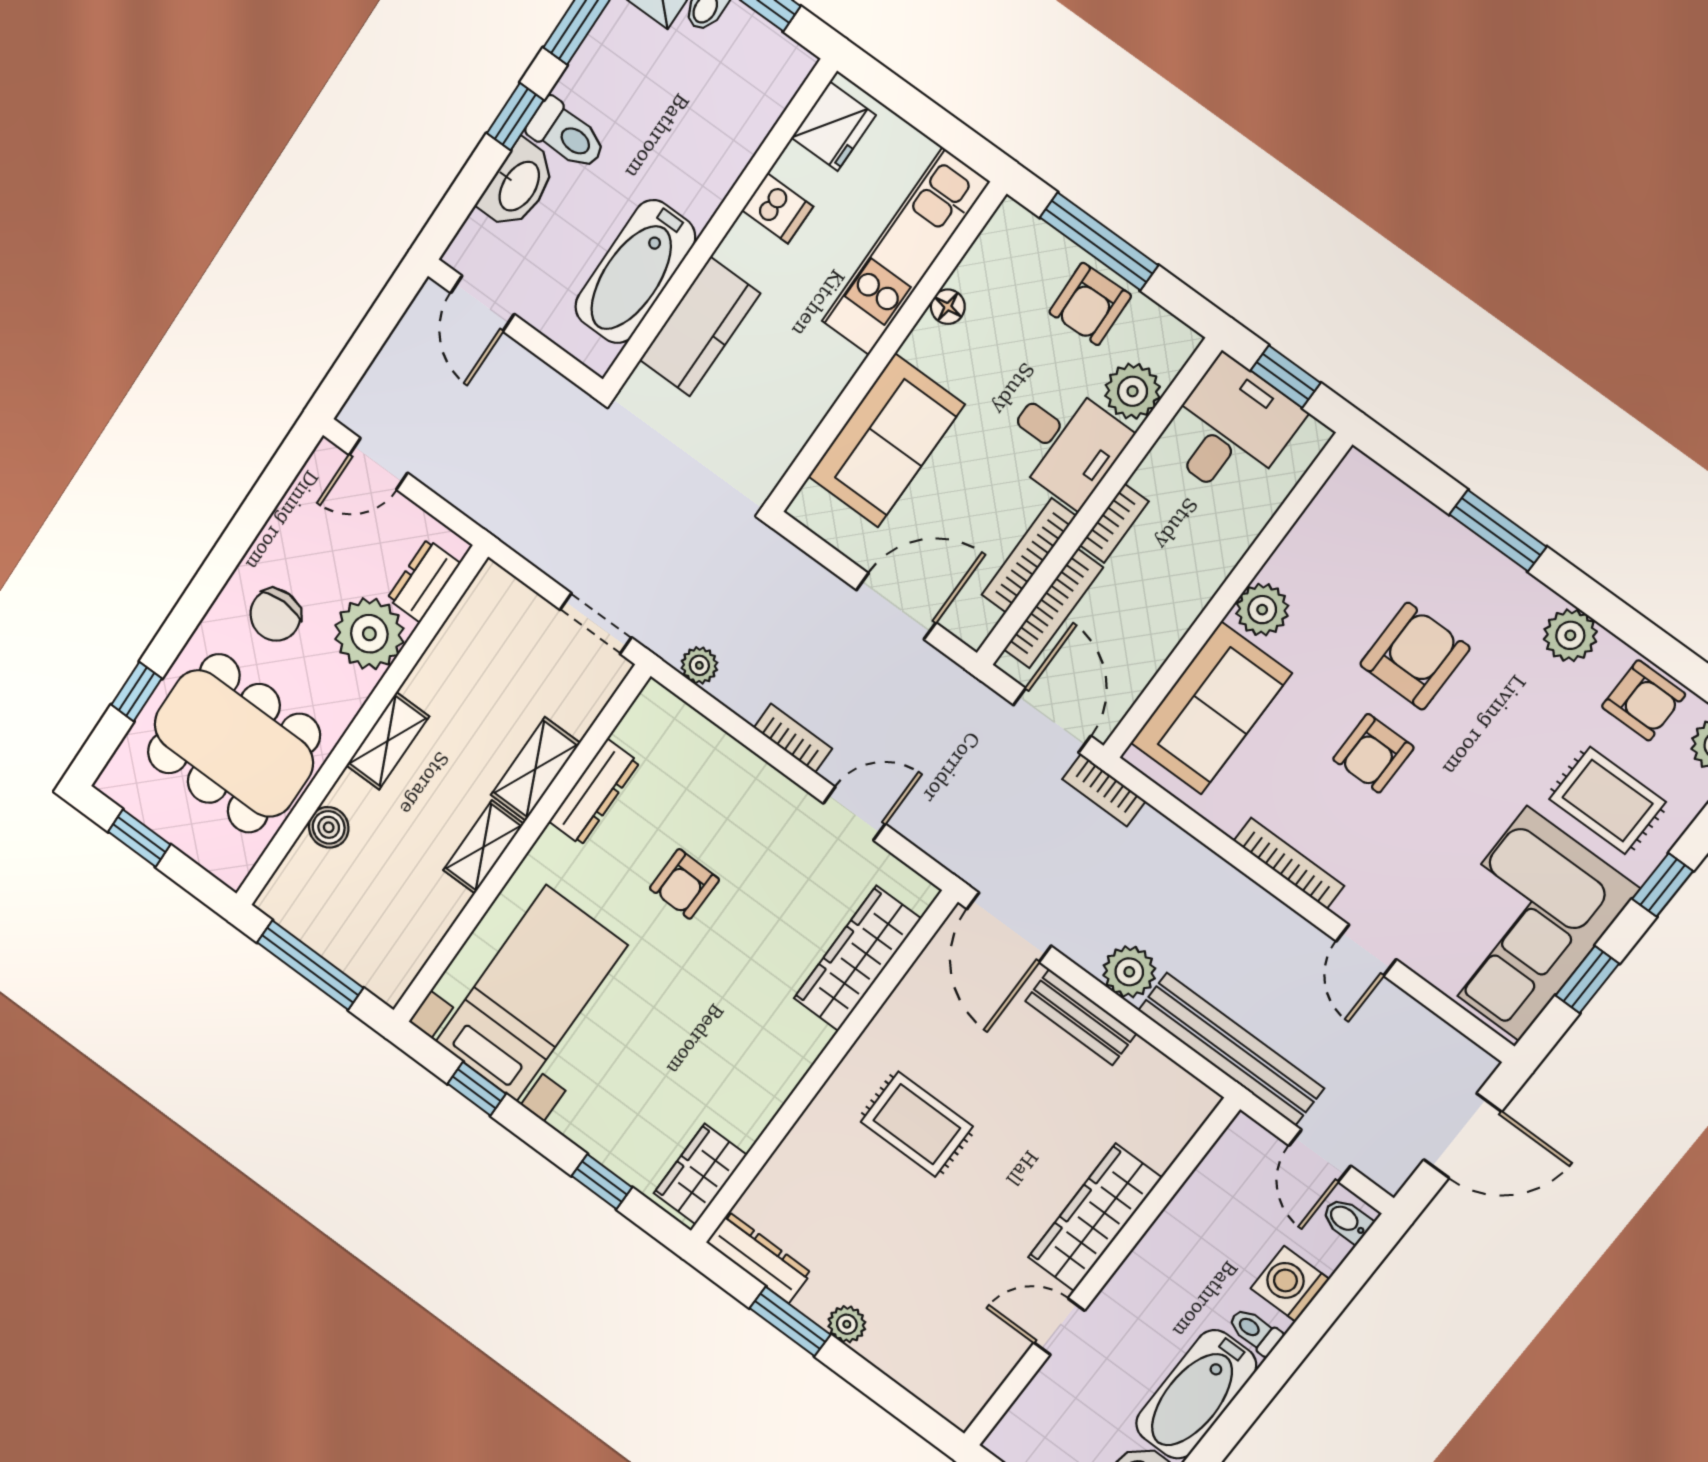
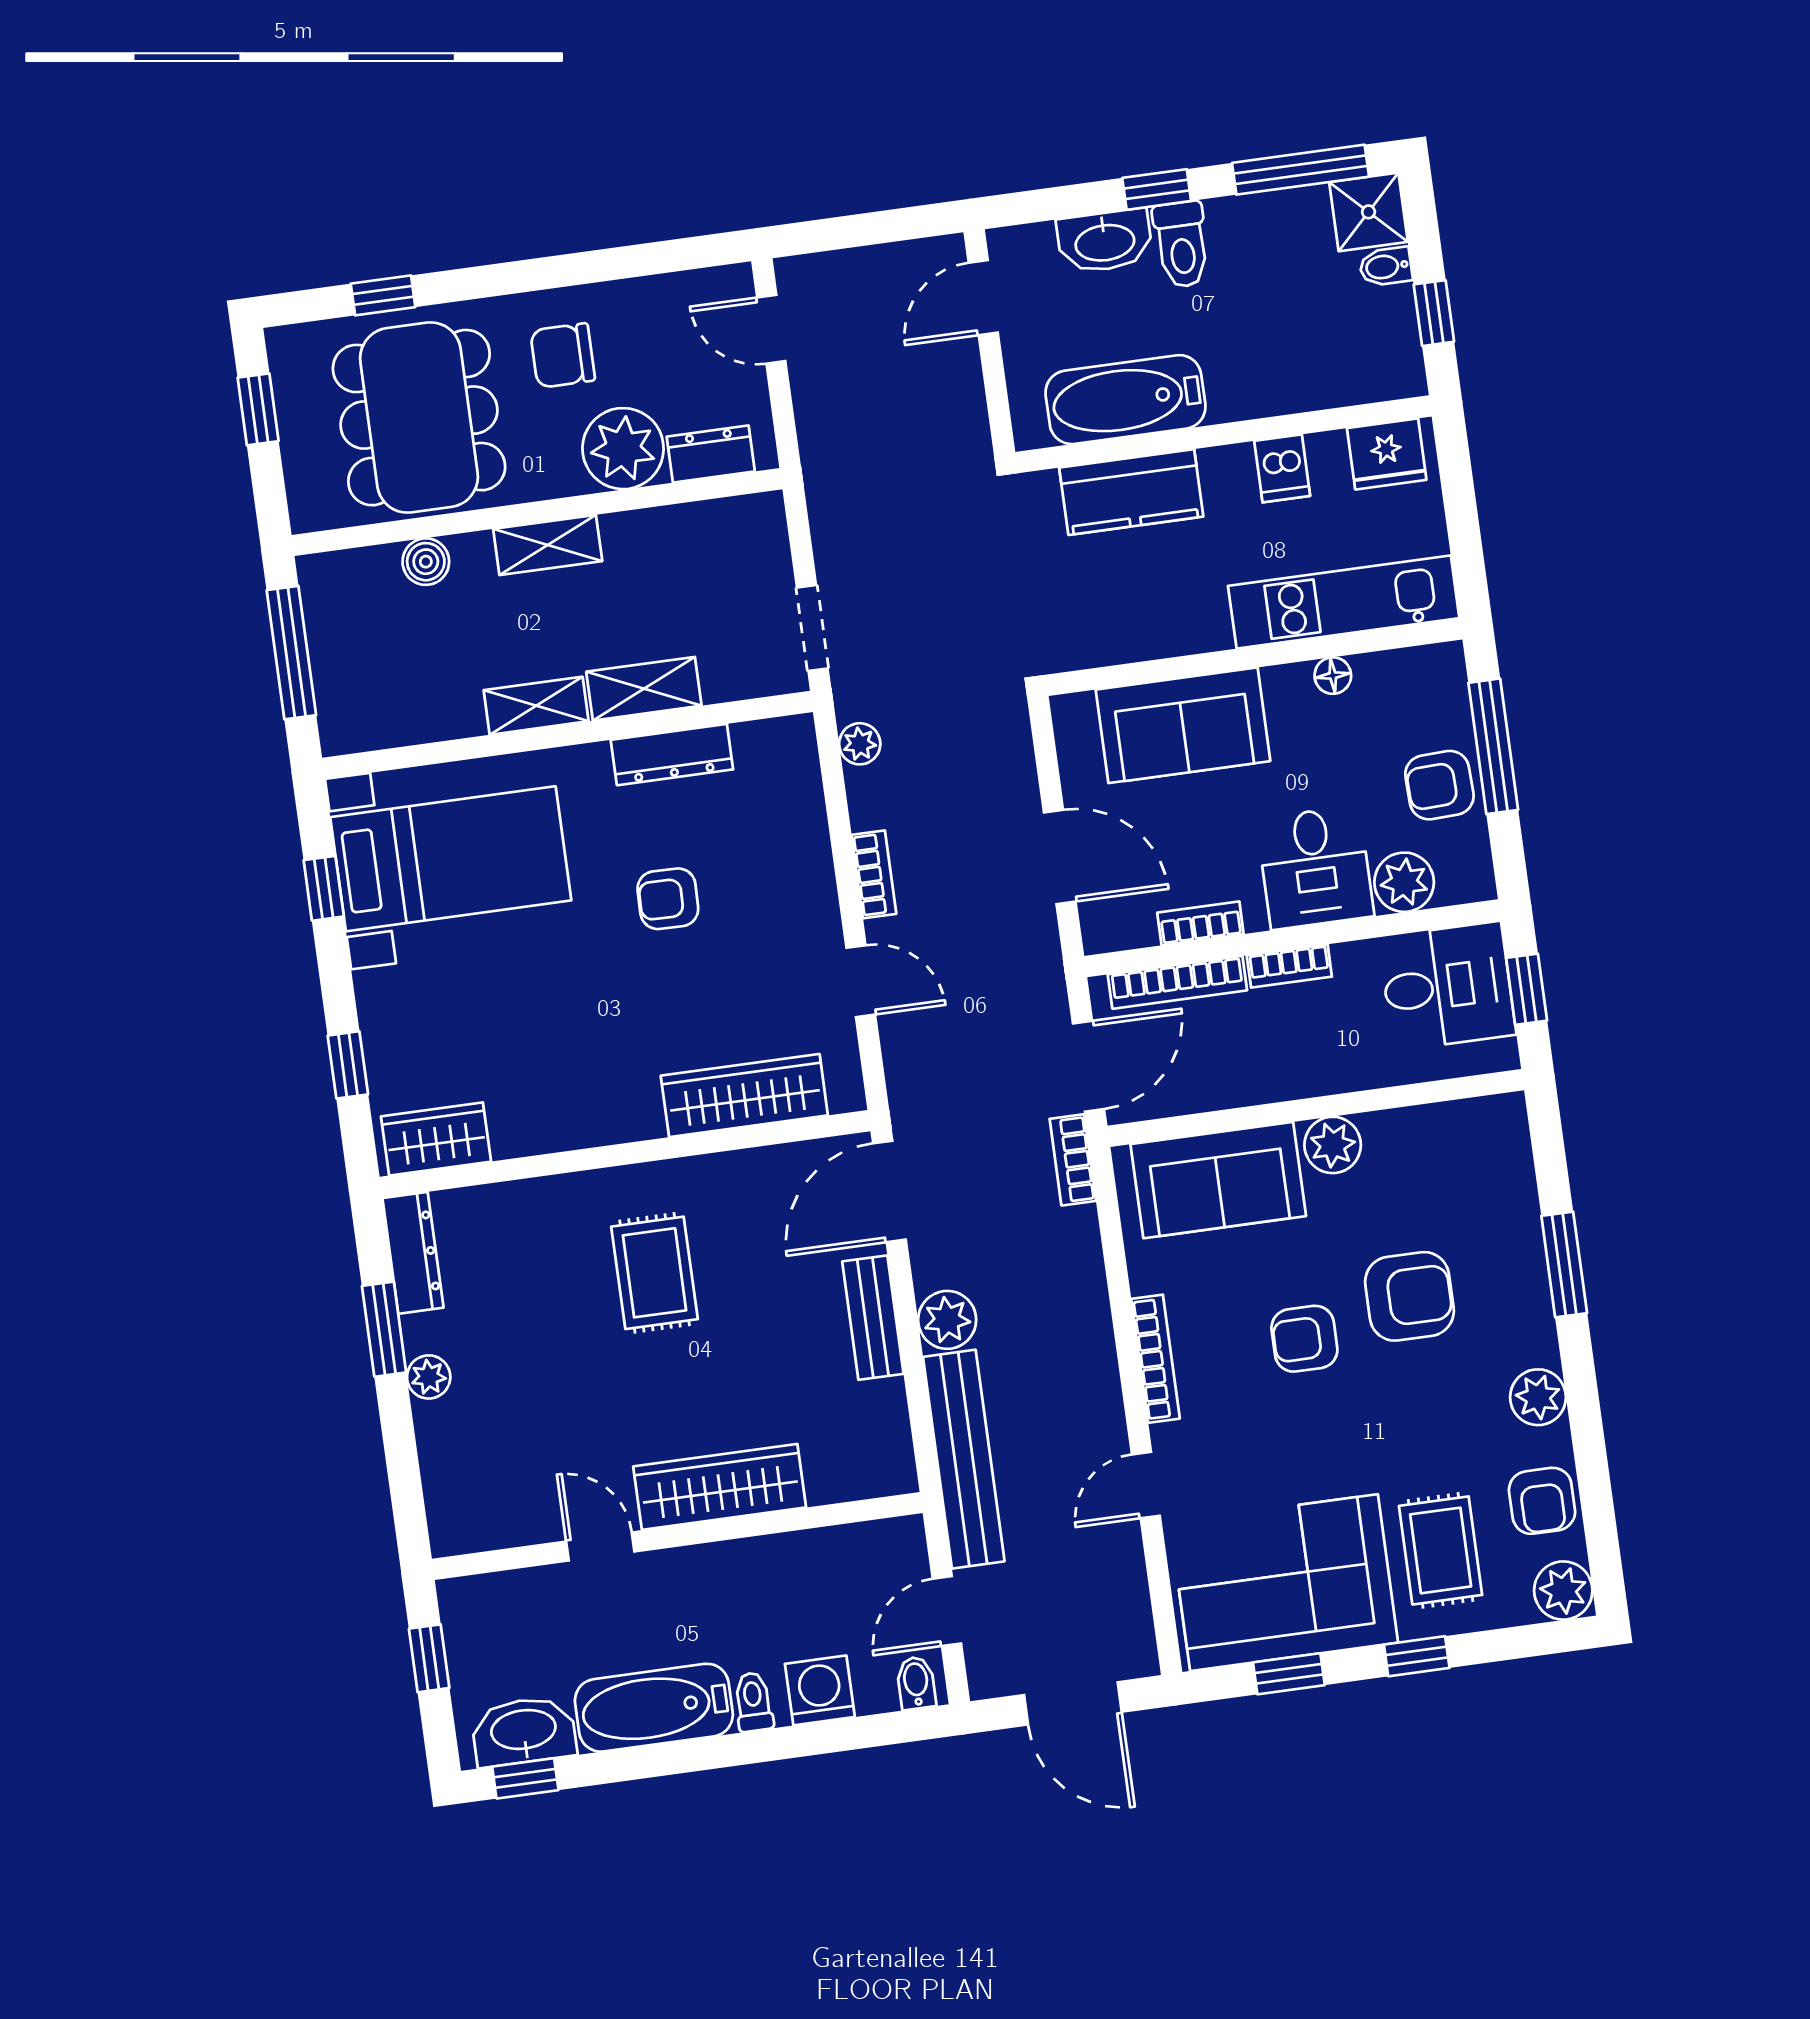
bookcase: (1029, 555) -> (1200, 923), width x0.64

